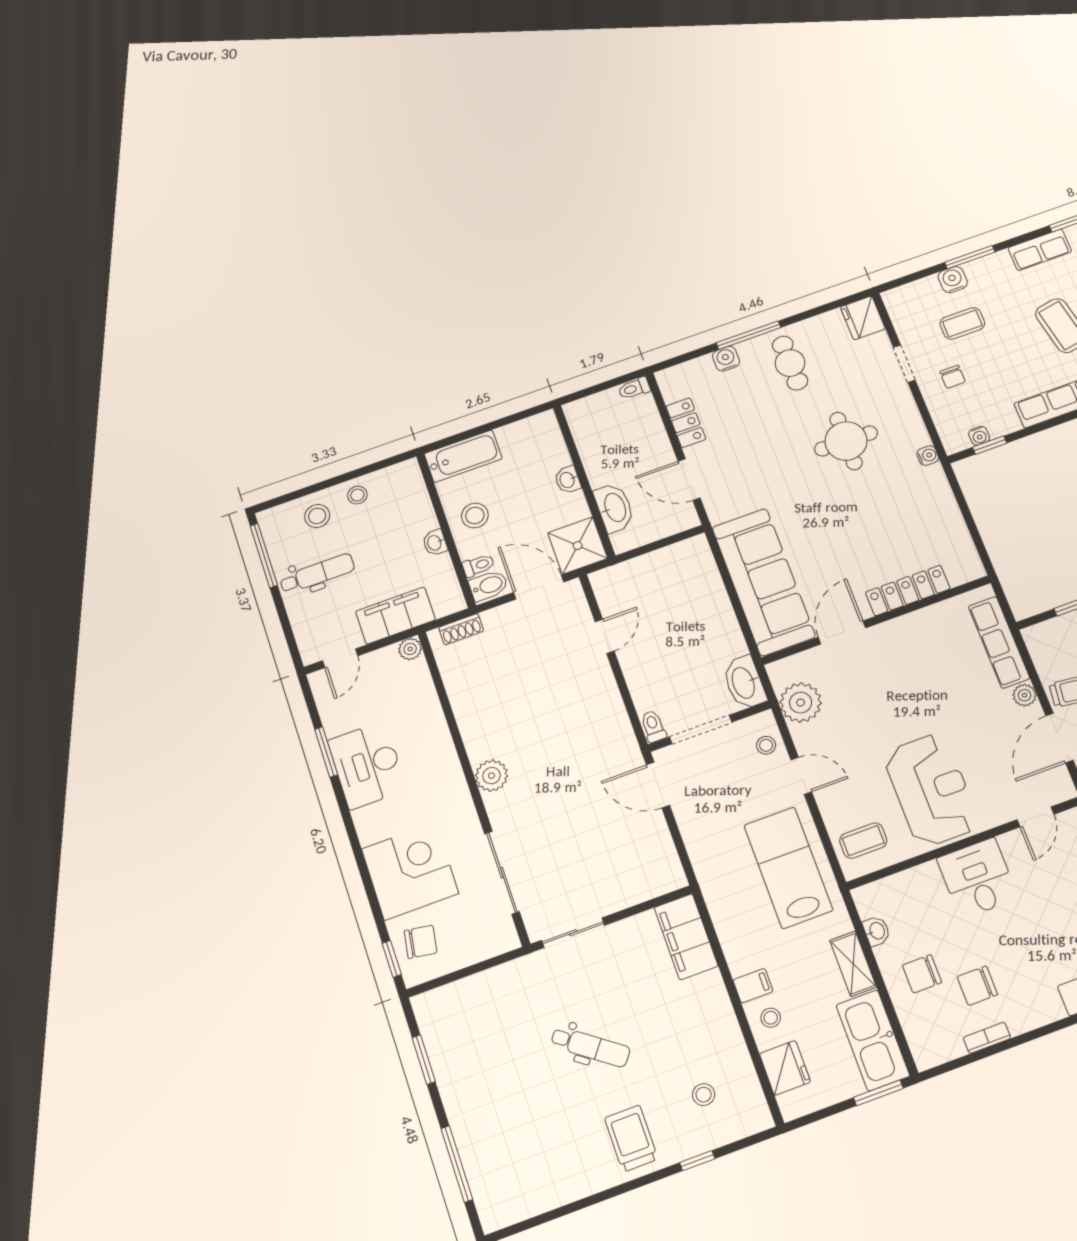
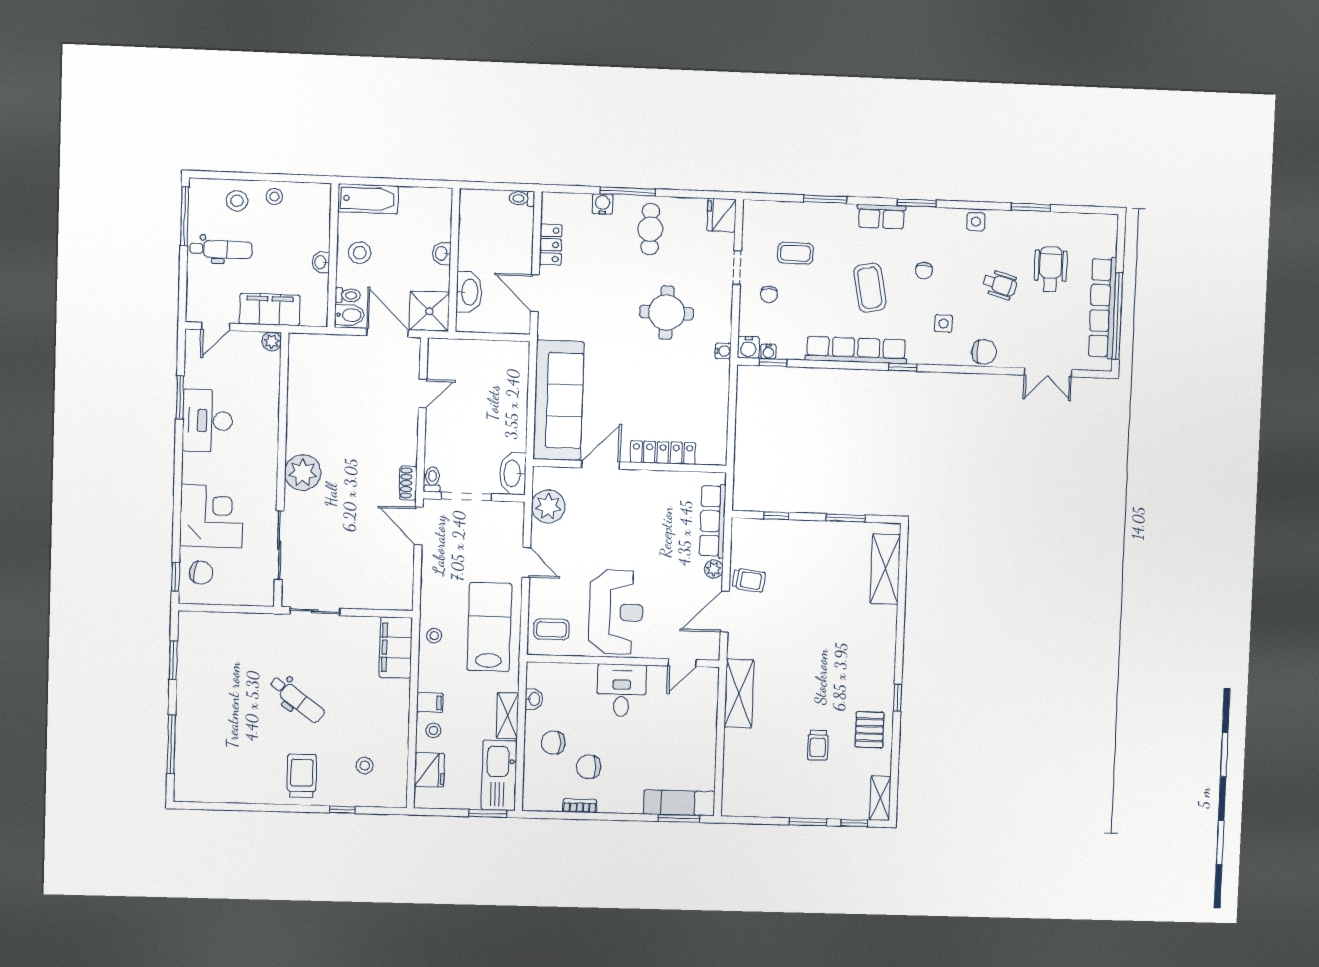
water cooler: (953, 280) -> (748, 347), moved, turned 180
shoe rack: (461, 629) -> (408, 483), moved, turned 90
stool: (766, 745) -> (434, 636), moved
plant: (492, 776) -> (303, 473), width x1.36, depth x1.36

